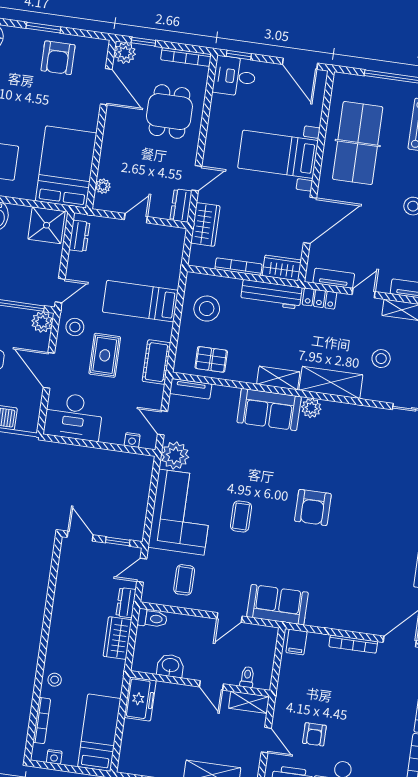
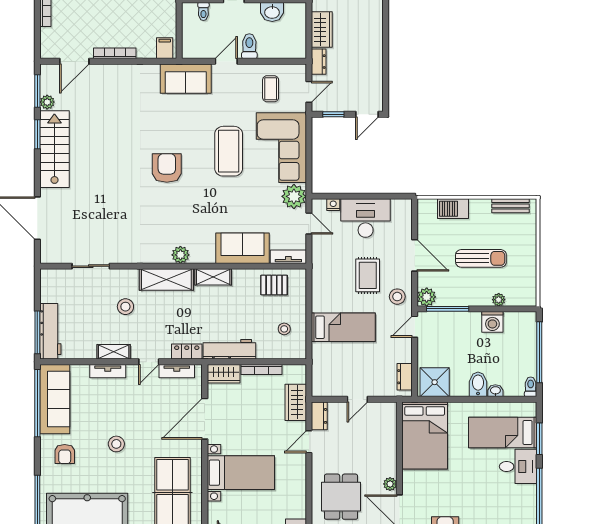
plant: (103, 186) -> (390, 484), moved
stool: (207, 309) -> (284, 329), width x0.53, depth x0.53
cot: (156, 362) -> (322, 276), removed
sofa: (269, 410) -> (242, 248), moved
desk: (74, 416) -> (366, 218), moved
coffee table: (241, 516) -> (229, 151), width x1.86, depth x1.72
door: (80, 536) -> (367, 114), hinge flipped
toilet: (152, 618) -> (249, 46), moved, turned 90

